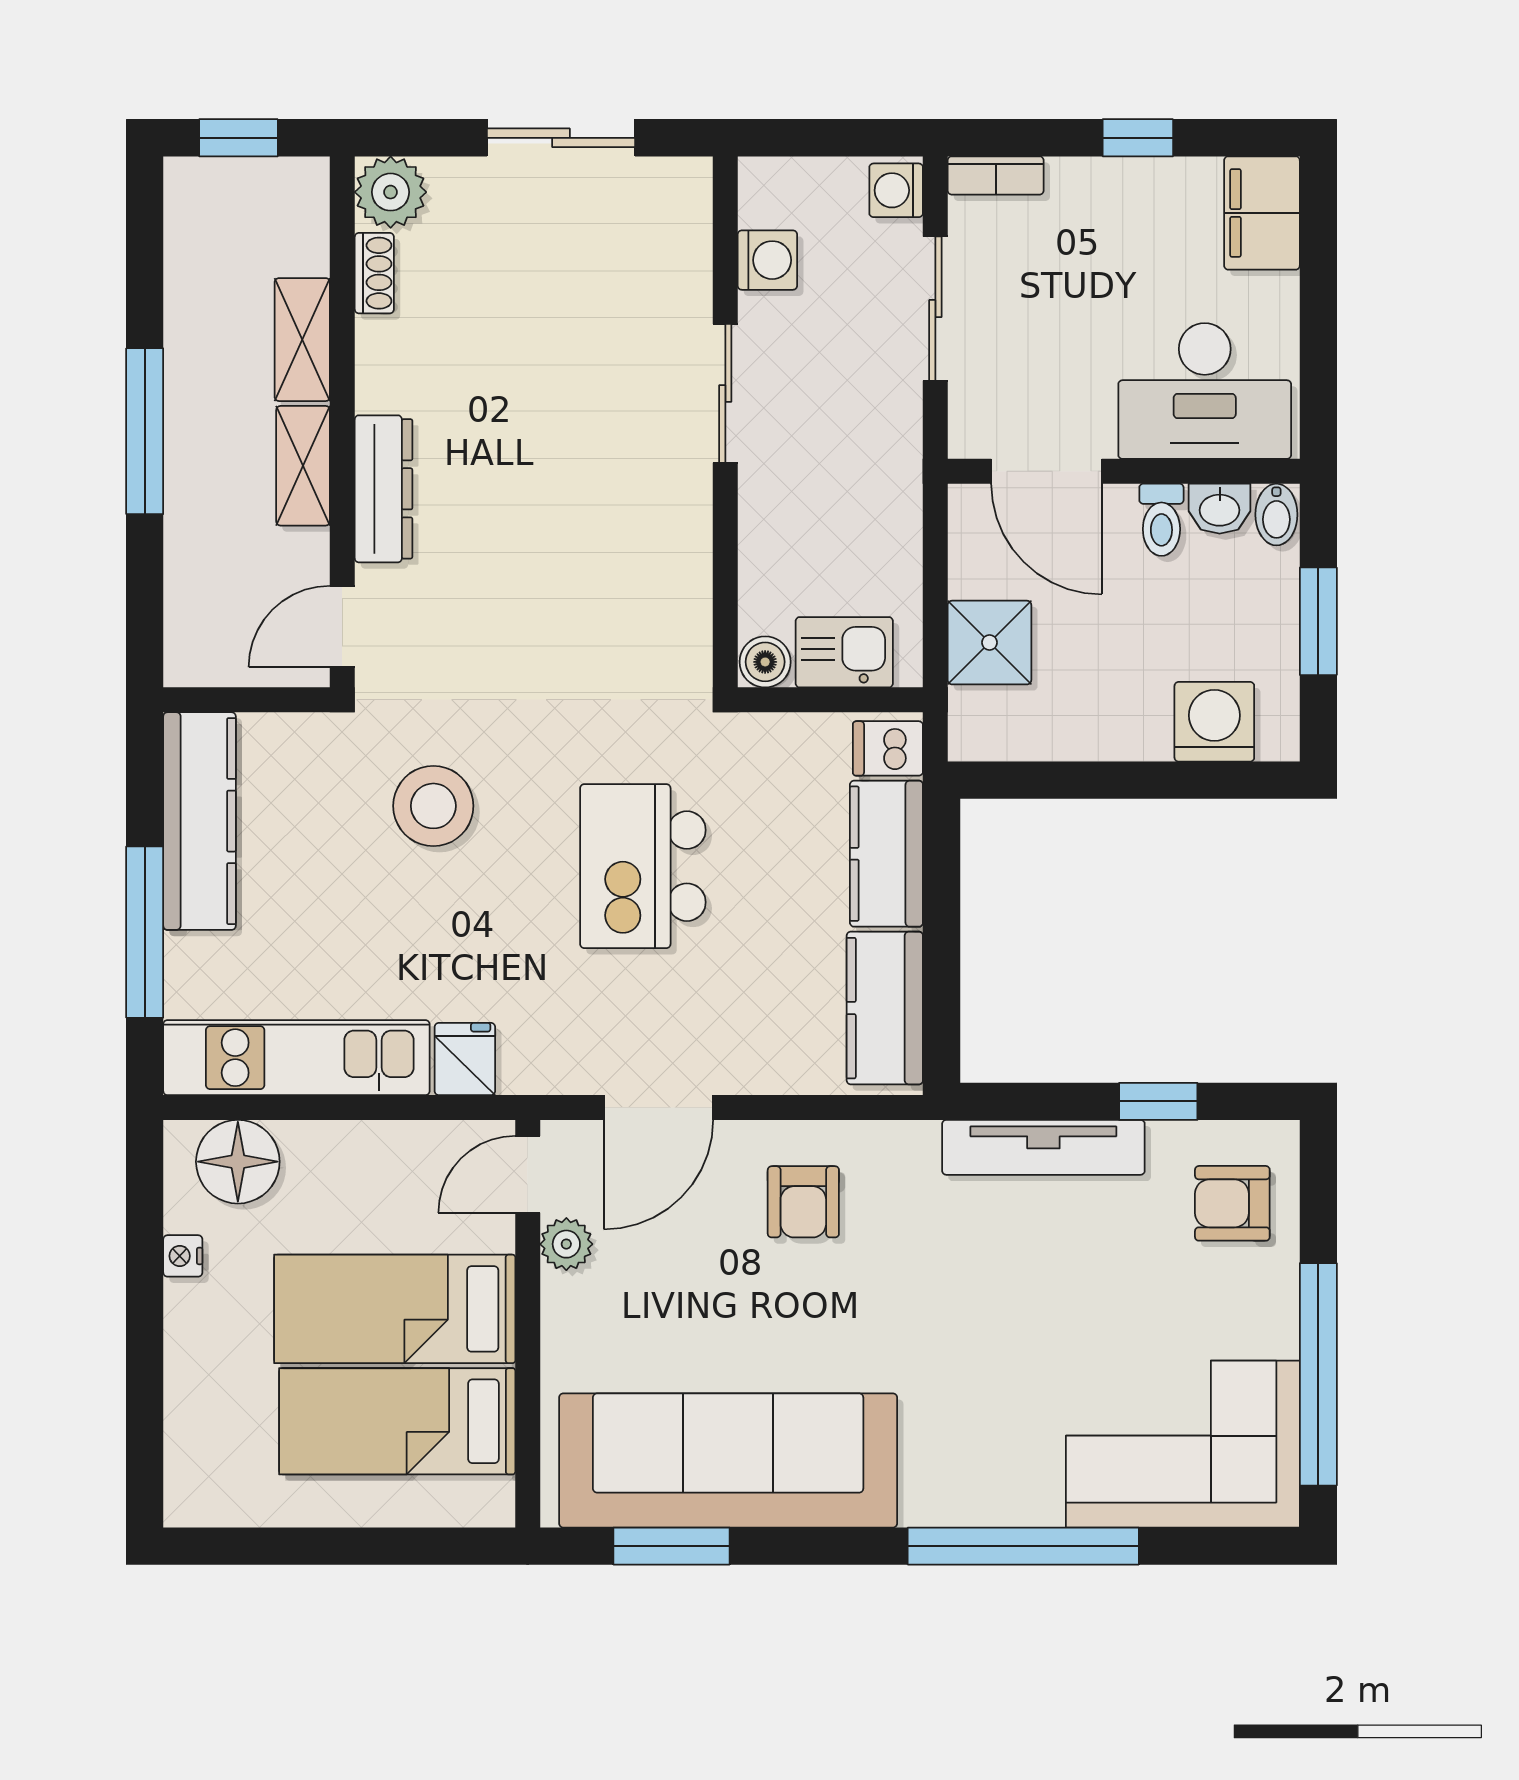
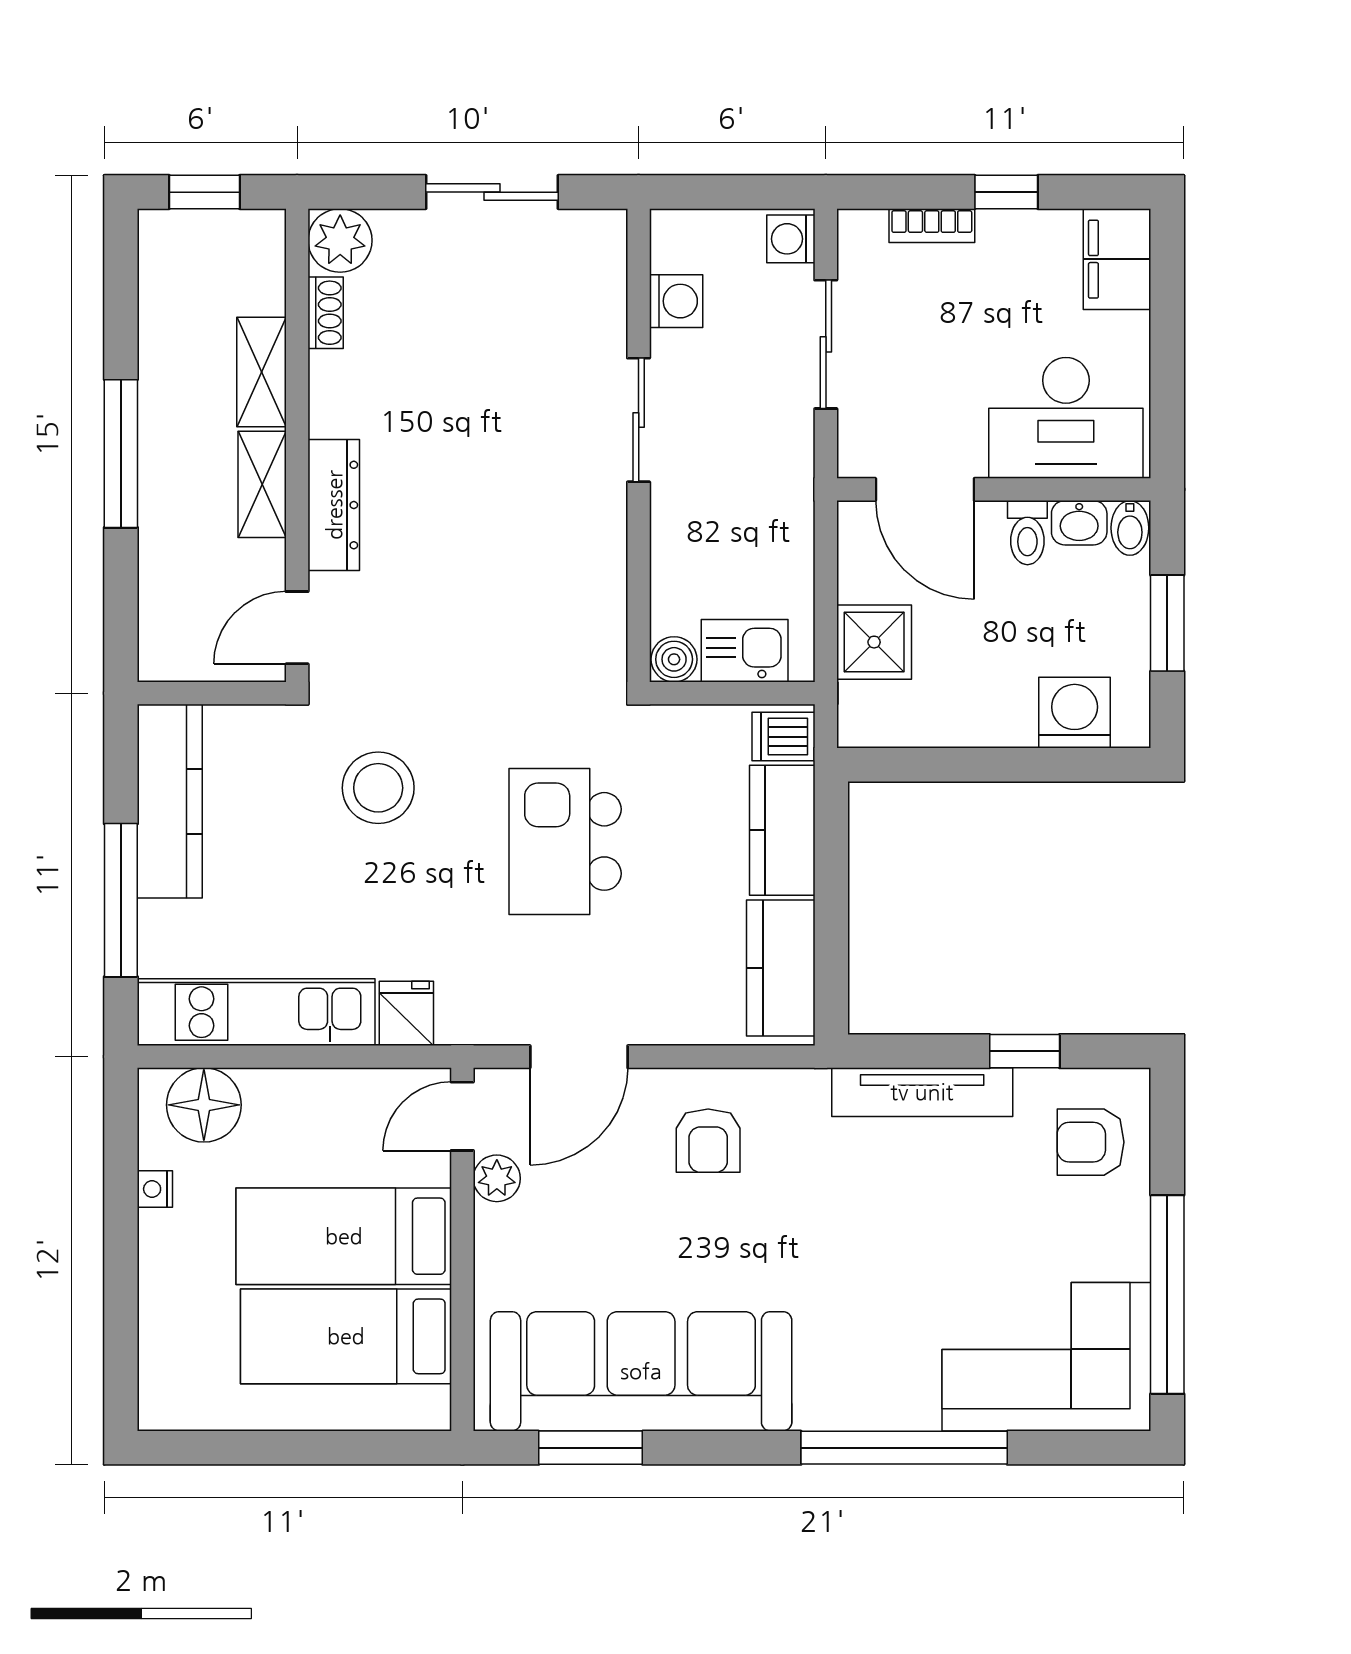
bookcase: (996, 175) -> (932, 226), moved

